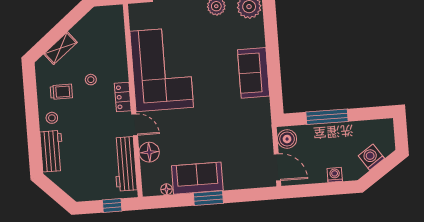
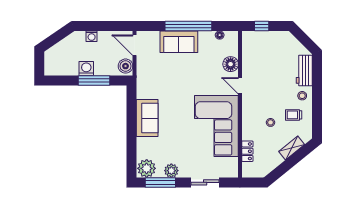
locker: (123, 97) -> (247, 151), moved
washing machine: (371, 157) -> (86, 69), moved, turned -146
workbench: (125, 164) -> (249, 57), removed
sofa: (197, 178) -> (179, 42), moved
window: (208, 198) -> (188, 26), width x2.11

